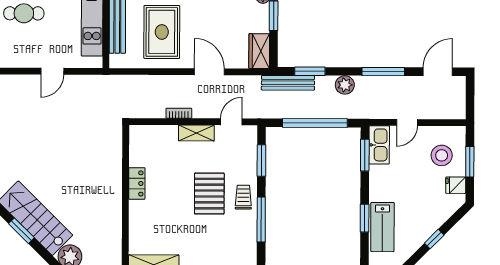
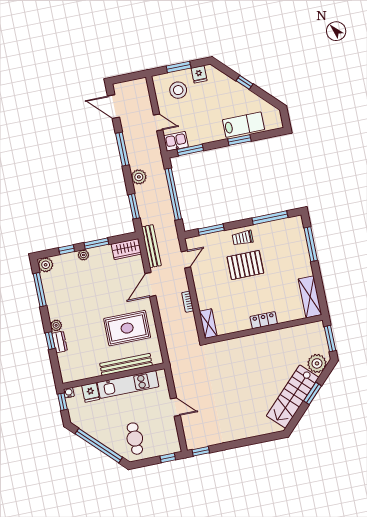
bench: (288, 83) -> (151, 246), moved
door: (231, 122) -> (186, 259), swing flipped
shelving: (196, 133) -> (208, 324), moved
kitchen sink: (379, 145) -> (176, 141), width x0.73
locker: (137, 183) -> (264, 320), moved
window: (261, 220) -> (270, 218), moved
window: (21, 231) -> (313, 393), moved

